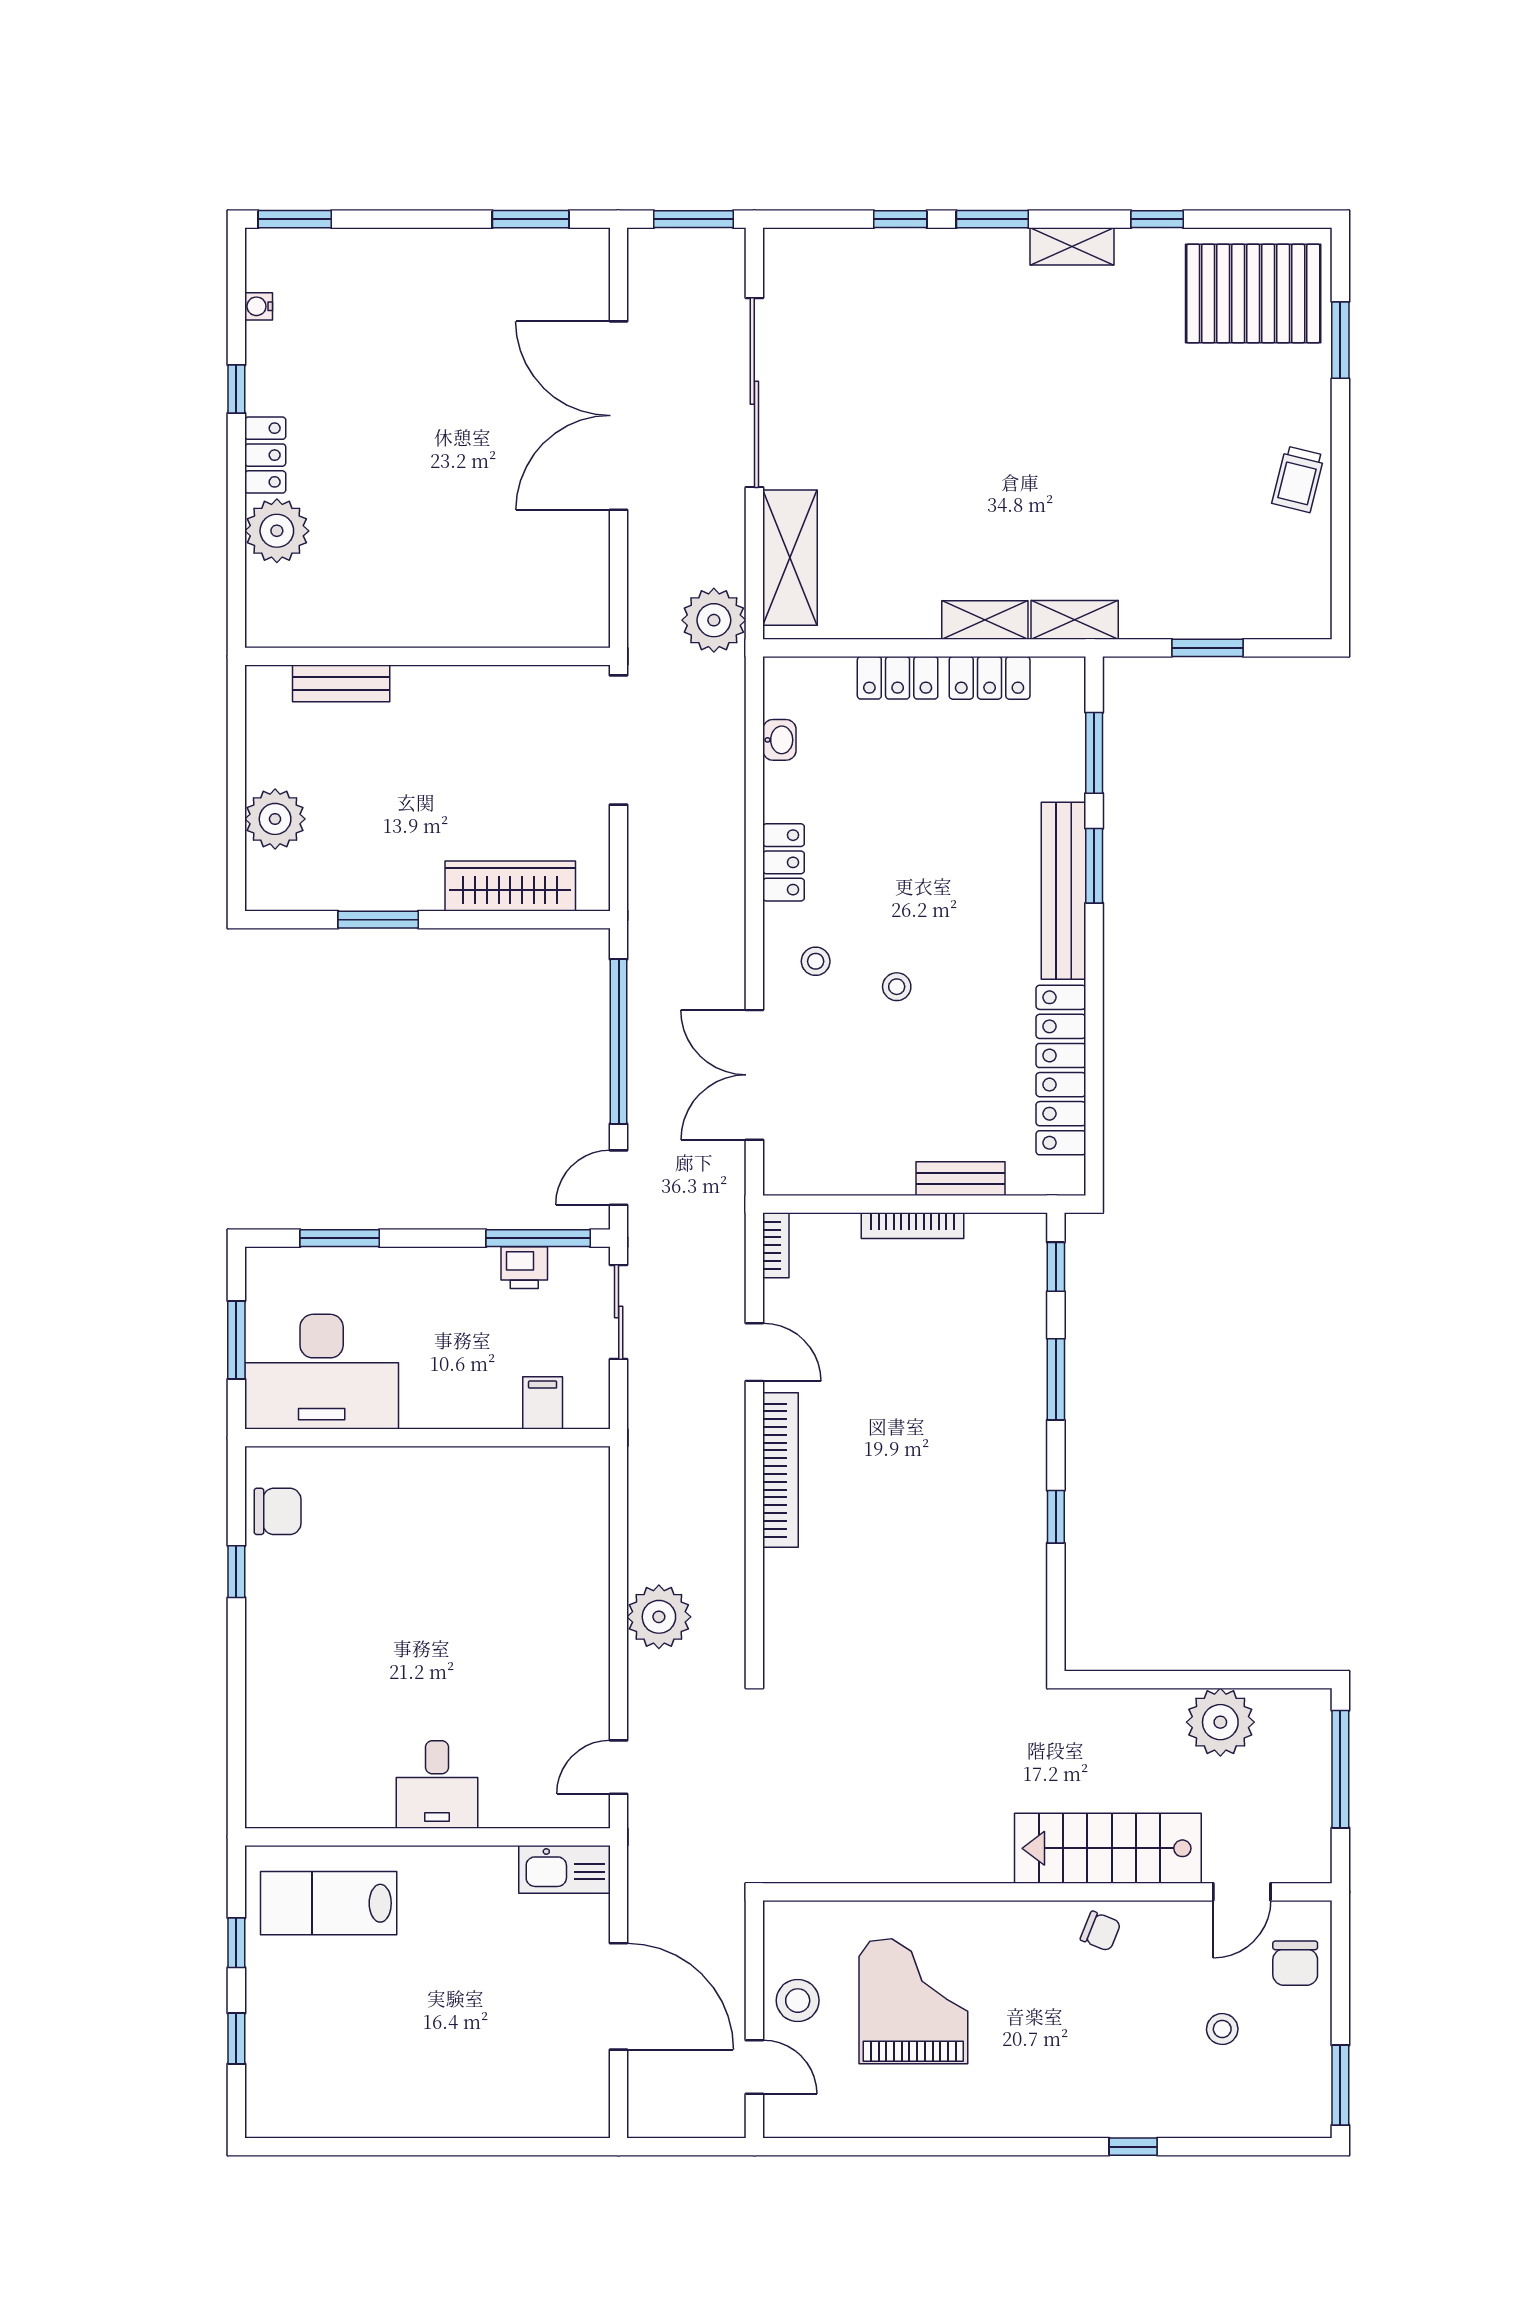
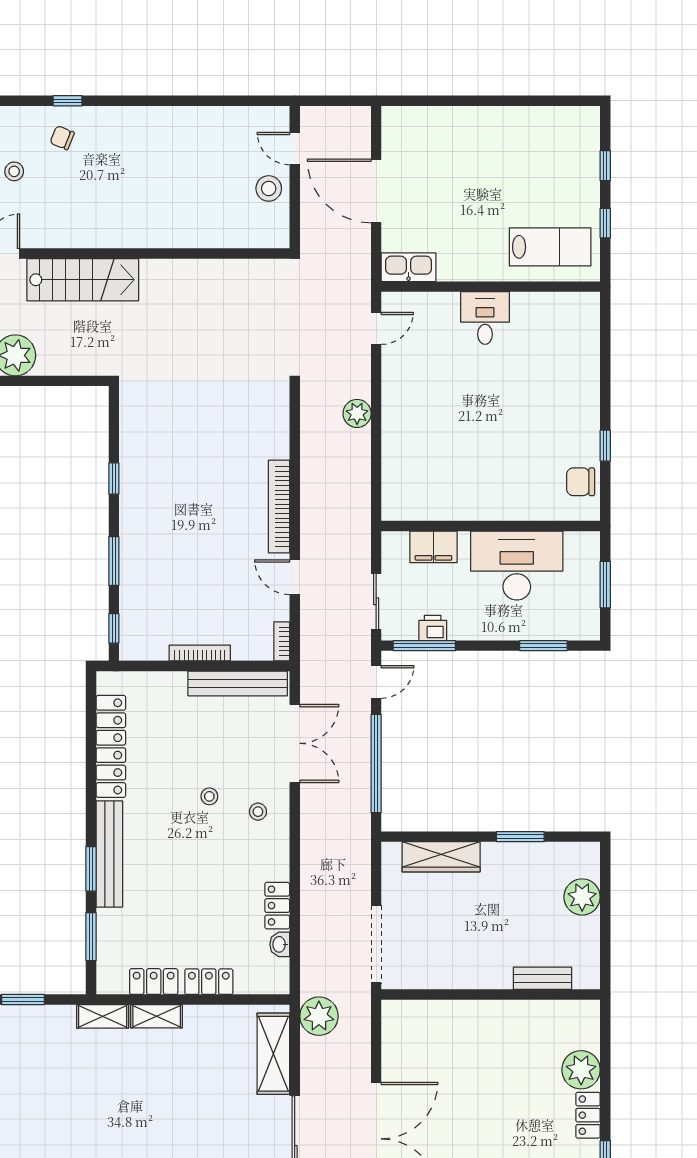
locker: (784, 862) -> (277, 906), moved
bench: (961, 1179) -> (238, 683), moved, width x1.86, depth x1.21
desk: (322, 1372) -> (517, 566), moved
filing cabinet: (543, 1403) -> (433, 547), width x2.00
plant: (659, 1617) -> (357, 413), width x0.73, depth x0.73
chair: (1101, 1931) -> (62, 138), moved
grand piano: (913, 2001) -> (199, 188), removed

